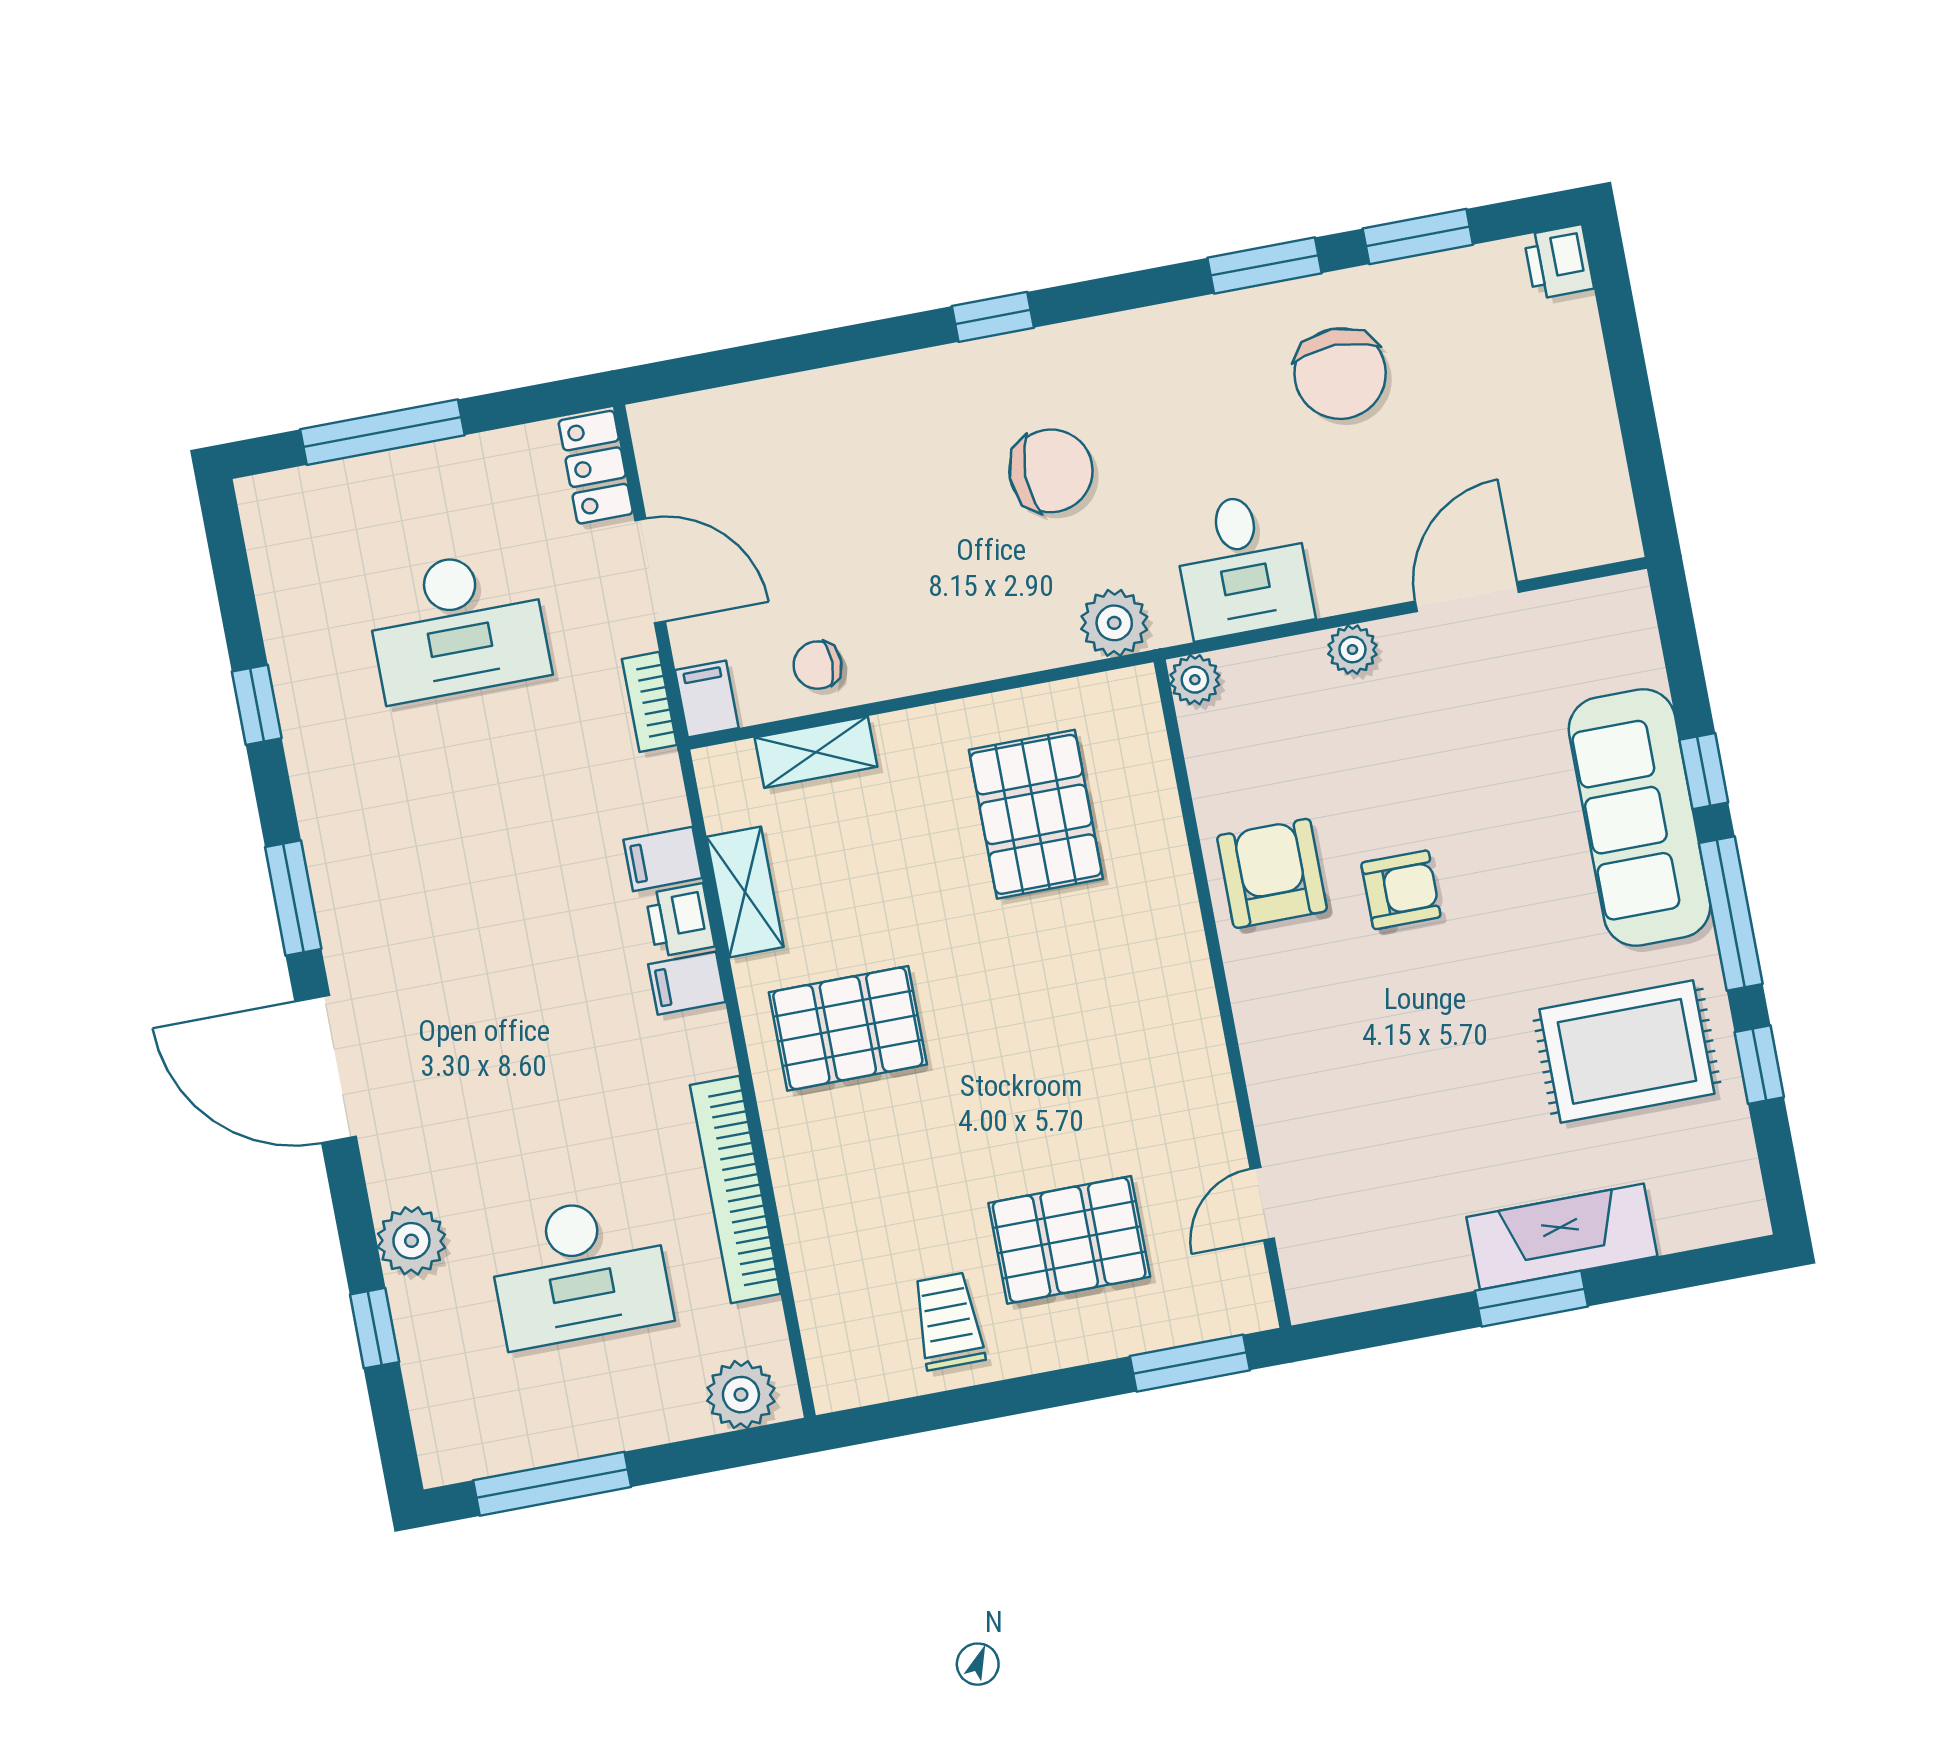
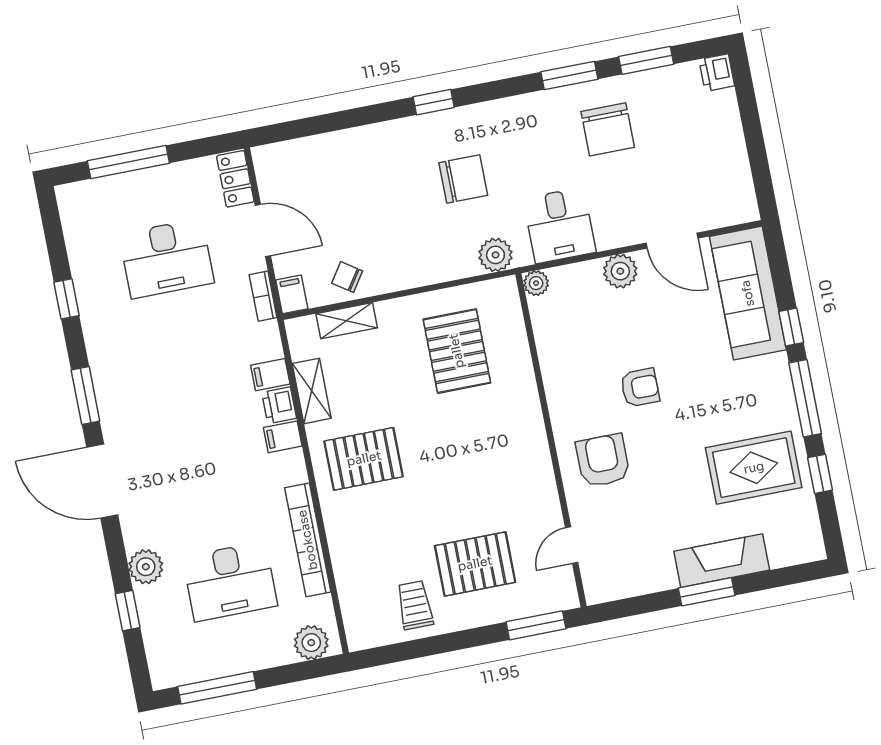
door: (1467, 597) -> (672, 241), swing flipped
plant: (1352, 650) -> (620, 271), width x1.38, depth x1.38
chair: (818, 665) -> (347, 277), turned 34
sofa: (1640, 818) -> (748, 293), moved
armchair: (1272, 873) -> (603, 461), moved

